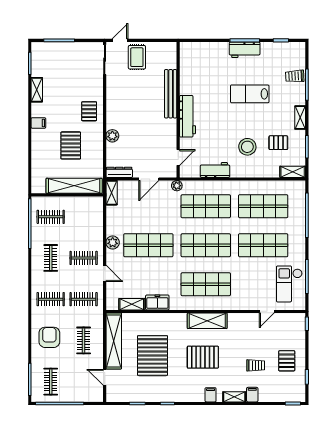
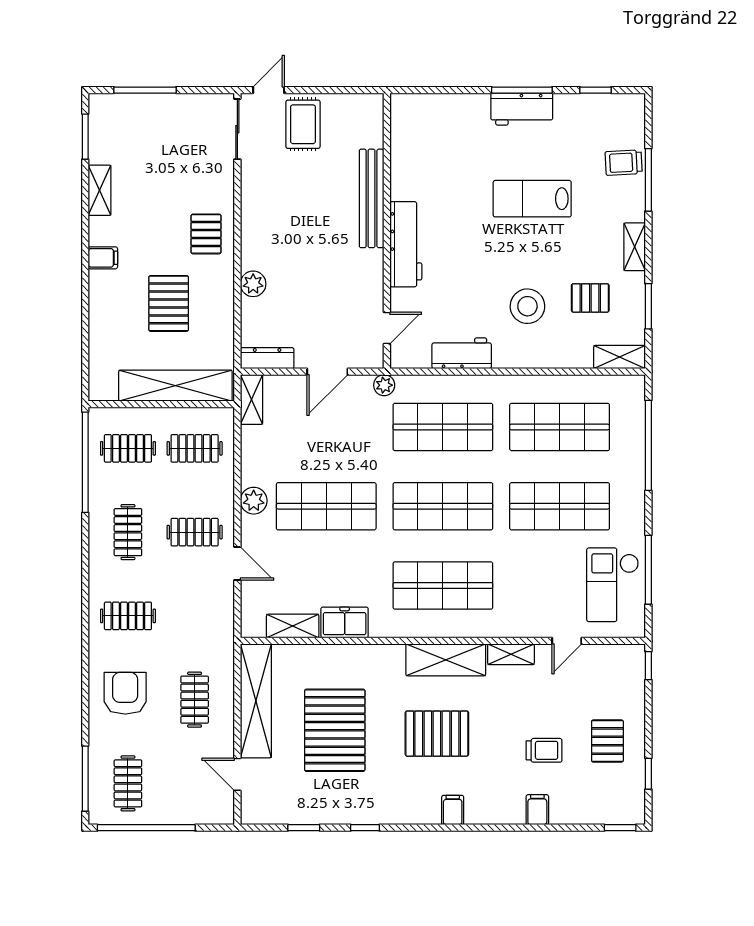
clothes rail: (84, 299) -> (195, 448), moved
shelving: (234, 397) -> (511, 654), moved

